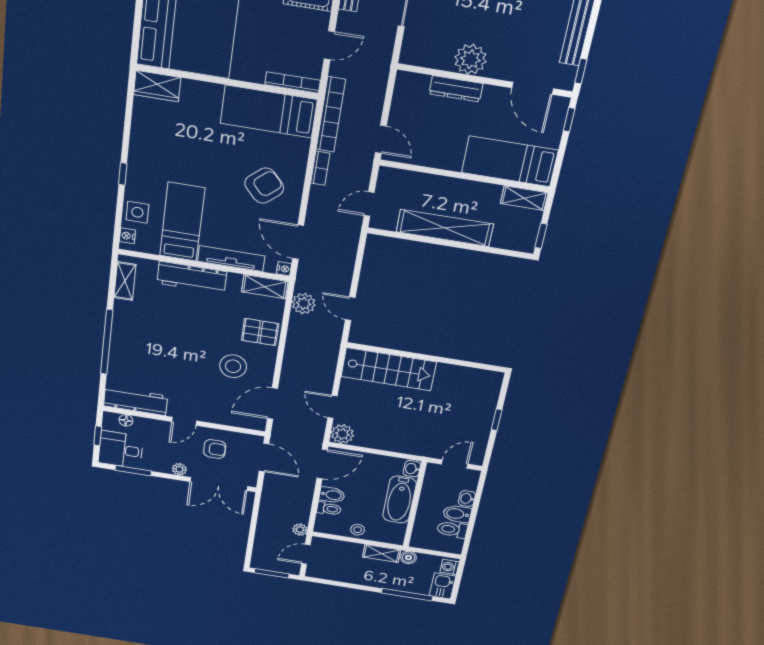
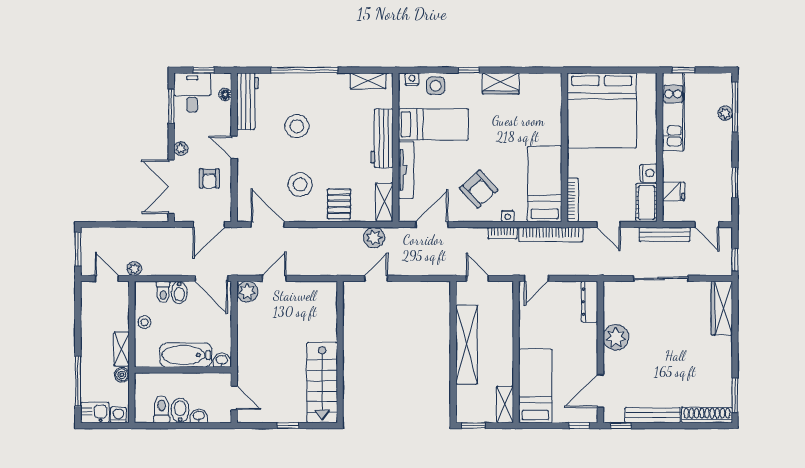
wardrobe: (157, 86) -> (501, 83), moved, turned -90
dresser: (456, 89) -> (590, 302), moved
nightstand: (284, 269) -> (508, 216), moved
stool: (168, 359) -> (297, 126), added
stairs: (389, 369) -> (322, 383), moved

